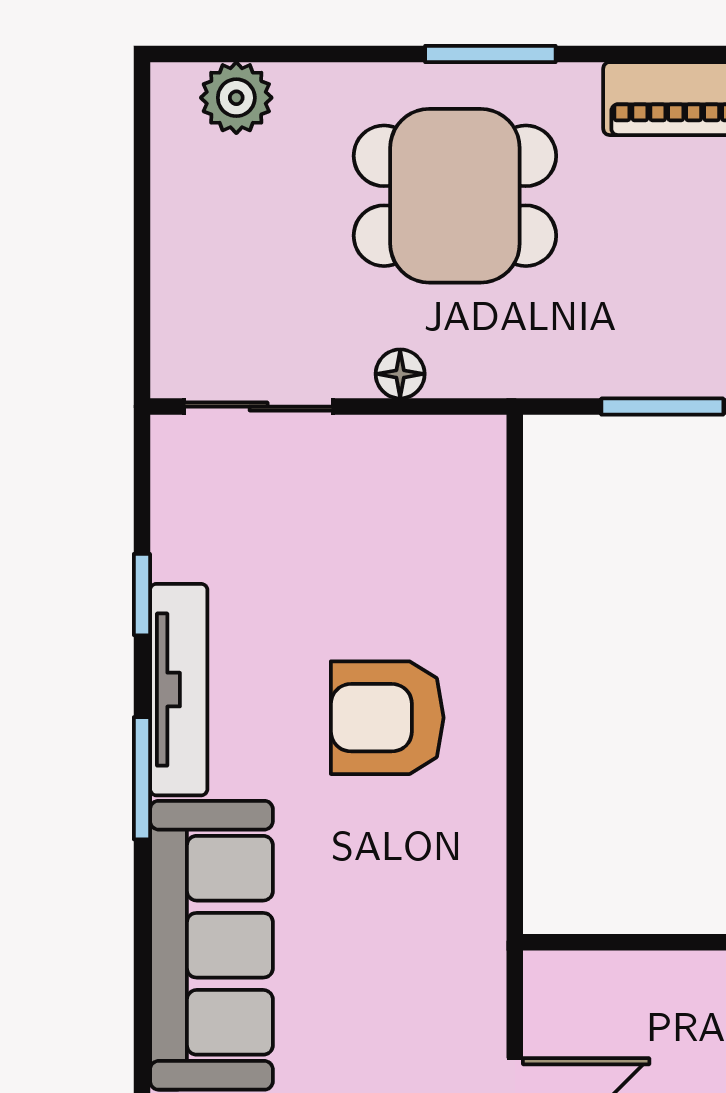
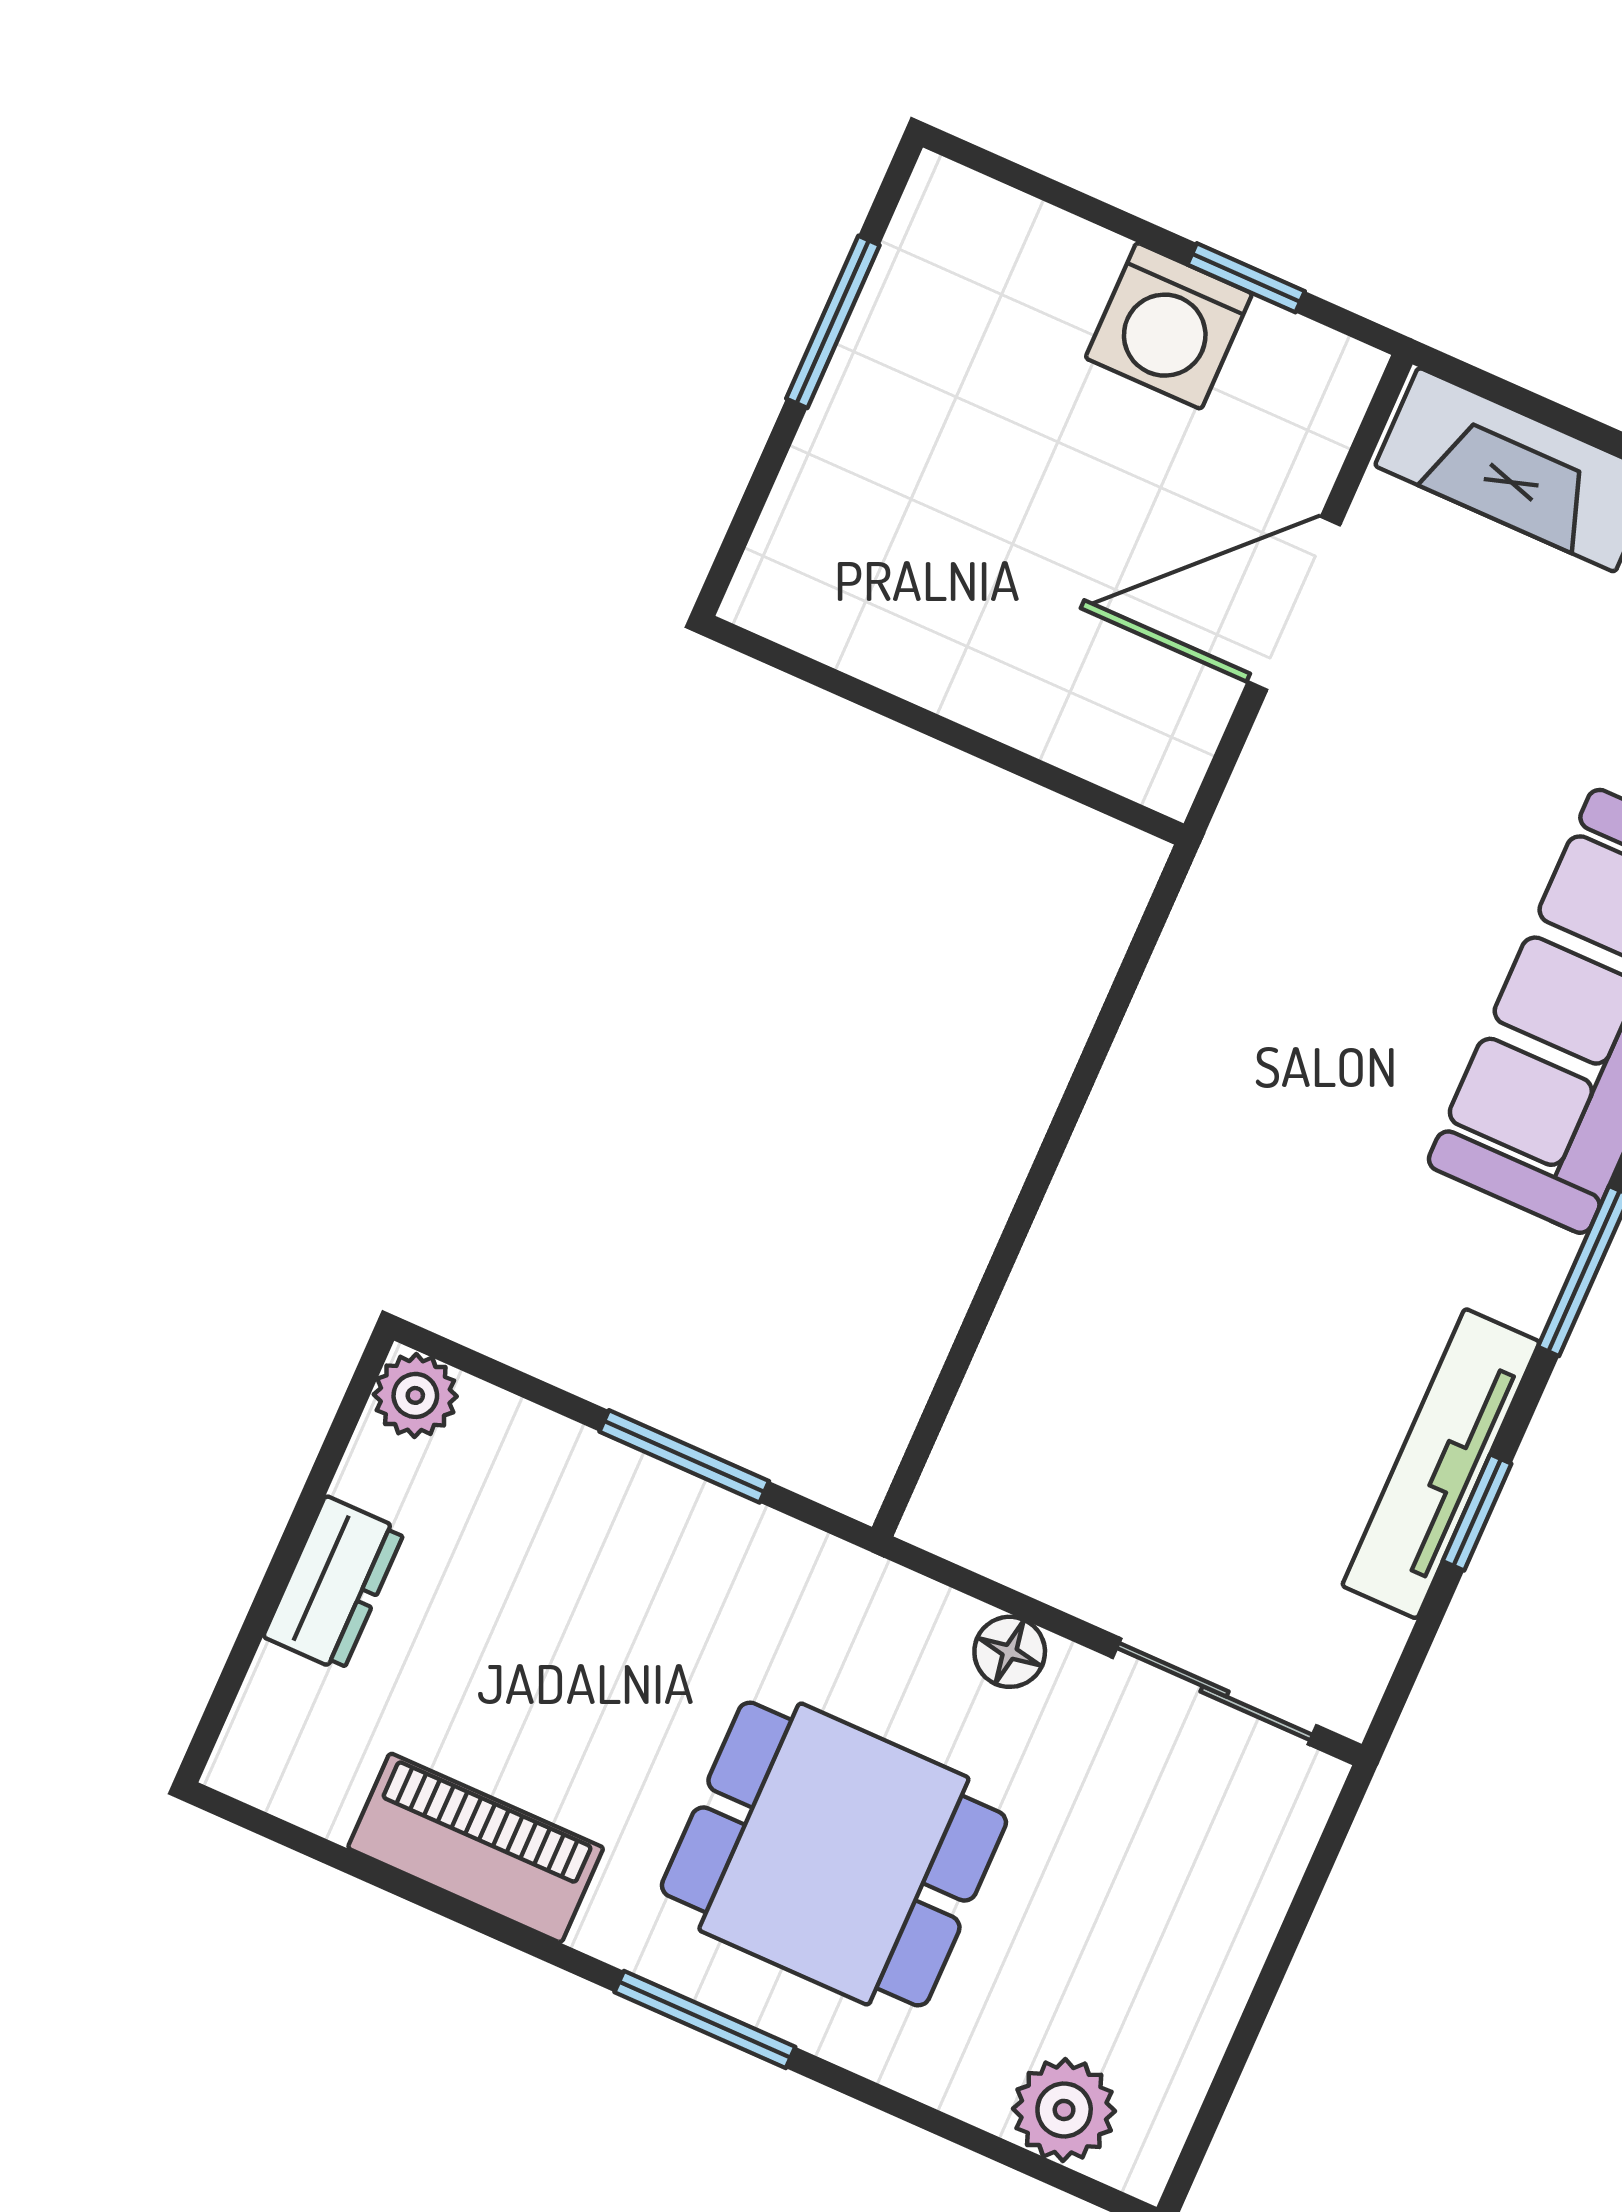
tv unit: (179, 690) -> (1441, 1464), moved
armchair: (387, 718) -> (1227, 1208), removed

